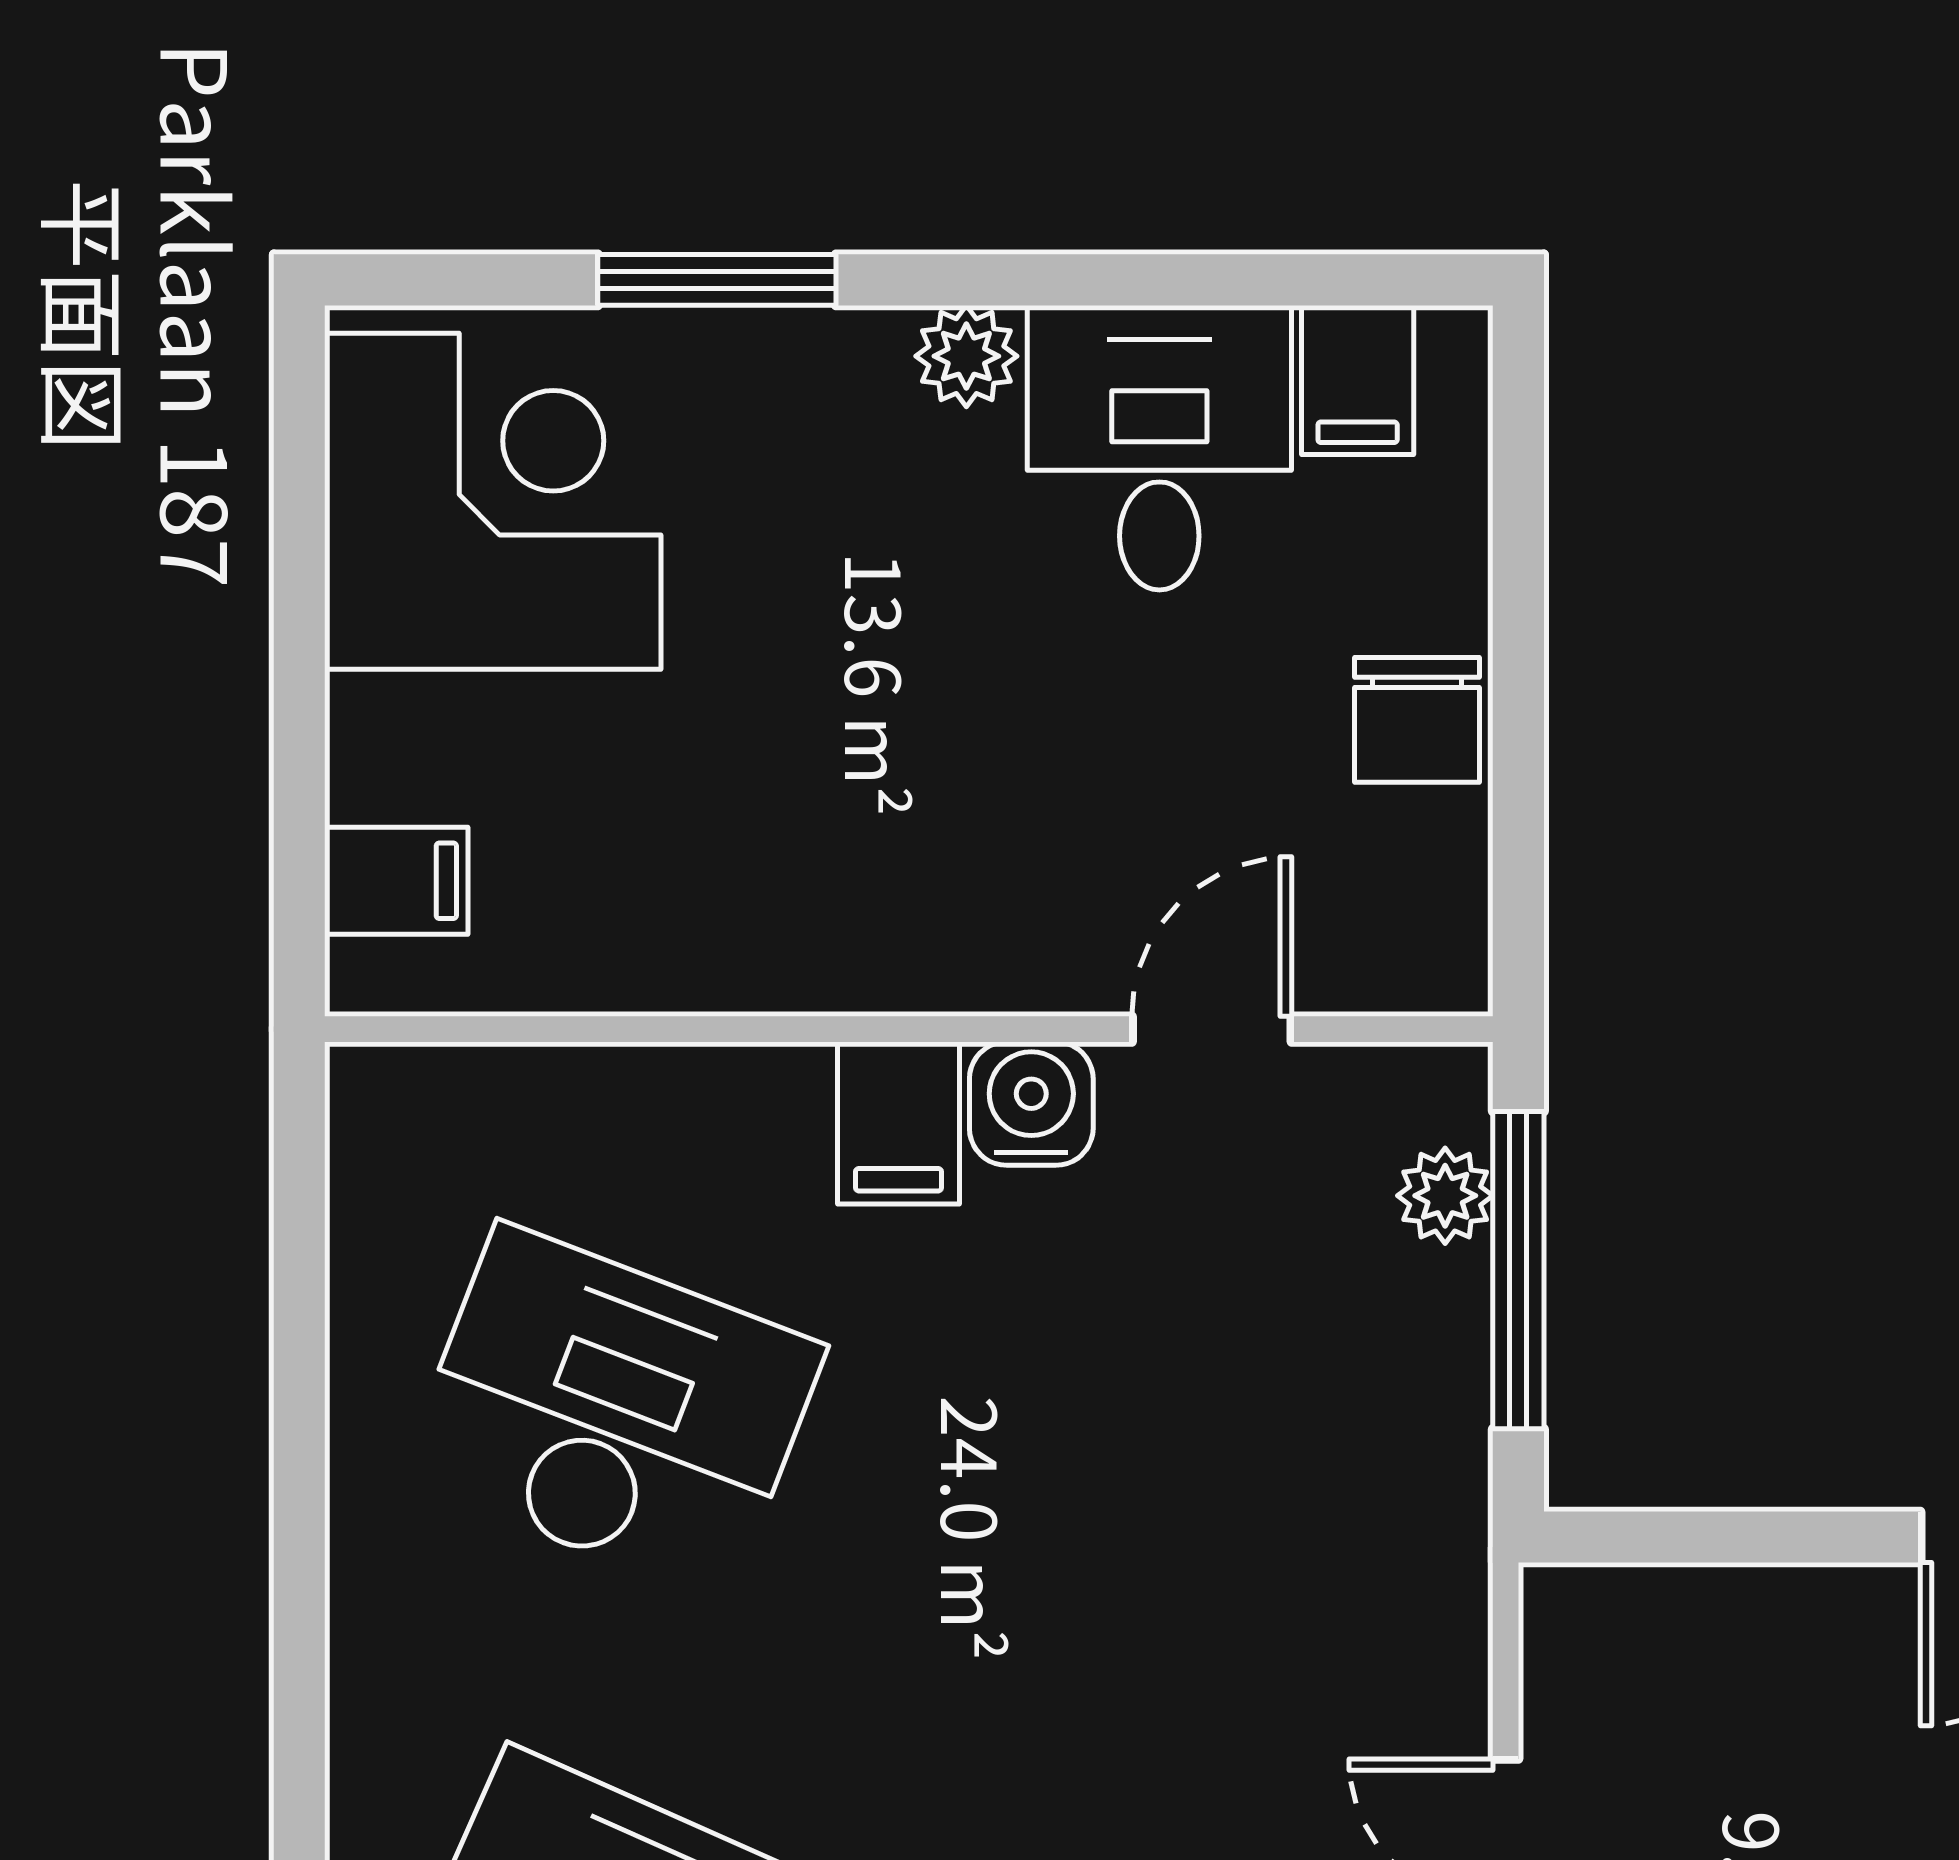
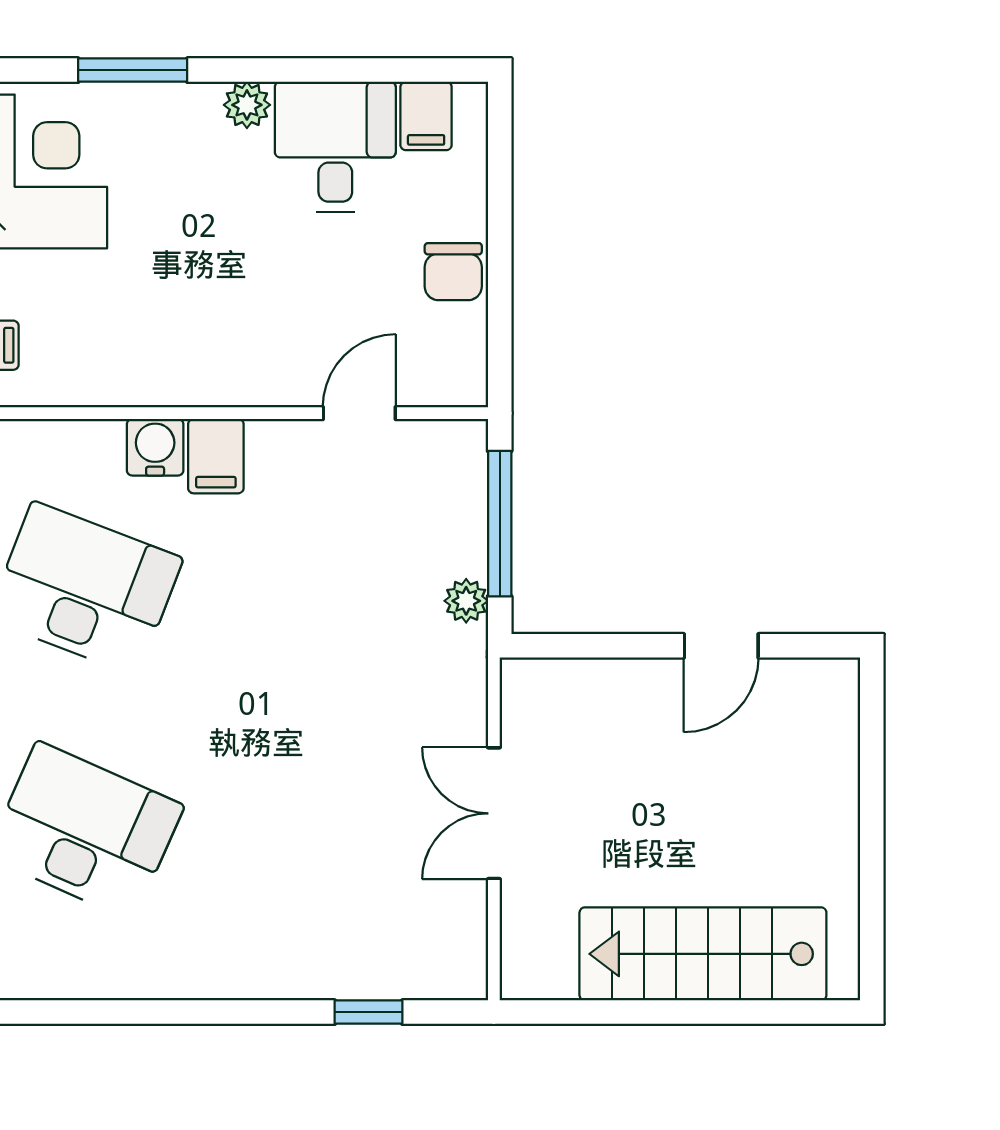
water cooler: (1031, 1104) -> (155, 447), moved
plant: (1445, 1196) -> (466, 601), moved

